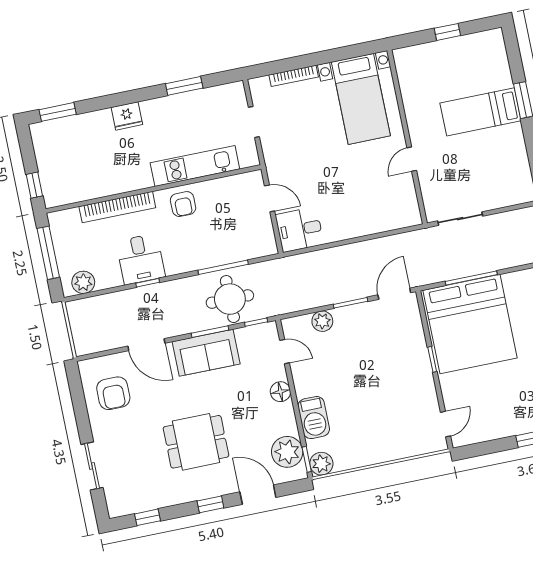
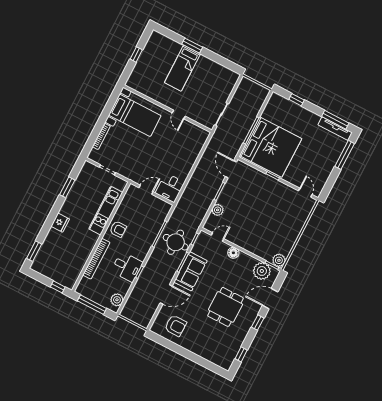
barbecue: (314, 418) -> (256, 247), removed
sliding door: (92, 466) -> (199, 360), removed

